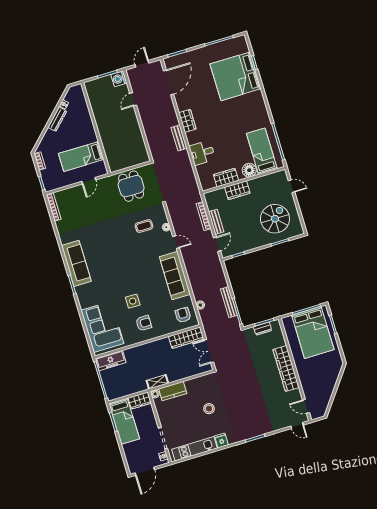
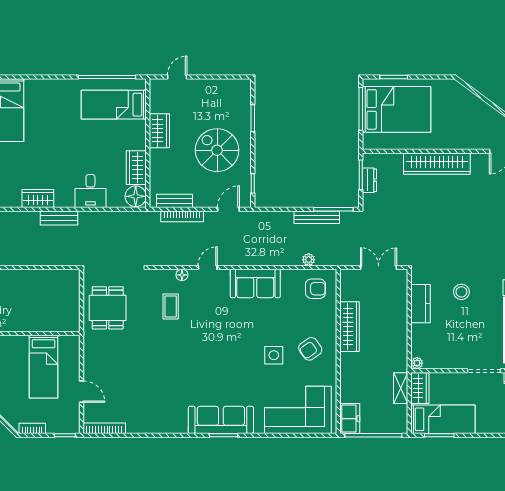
floor lamp: (249, 170) -> (136, 196), moved
door: (89, 181) -> (82, 392), moved
dining table: (131, 186) -> (108, 308), turned 90
wardrobe: (237, 190) -> (159, 131), moved
spiral stairs: (275, 219) -> (217, 150), moved
bench: (216, 222) -> (174, 201), moved
door: (217, 244) -> (228, 209), hinge flipped
sofa: (76, 263) -> (221, 420), moved
sofa: (175, 276) -> (255, 283), width x0.73
armchair: (183, 315) -> (315, 289), turned 180
armchair: (144, 323) -> (310, 349), turned -125
wardrobe: (186, 338) -> (350, 327), moved
double door: (209, 351) -> (379, 267), swing flipped
freezer: (111, 360) -> (350, 419), width x0.71
shelving: (157, 382) -> (401, 388), moved
kitchen counter: (173, 391) -> (421, 304), moved

